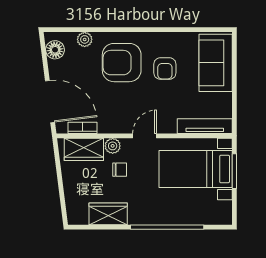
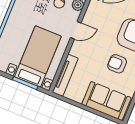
door: (145, 136) -> (76, 30), hinge flipped

